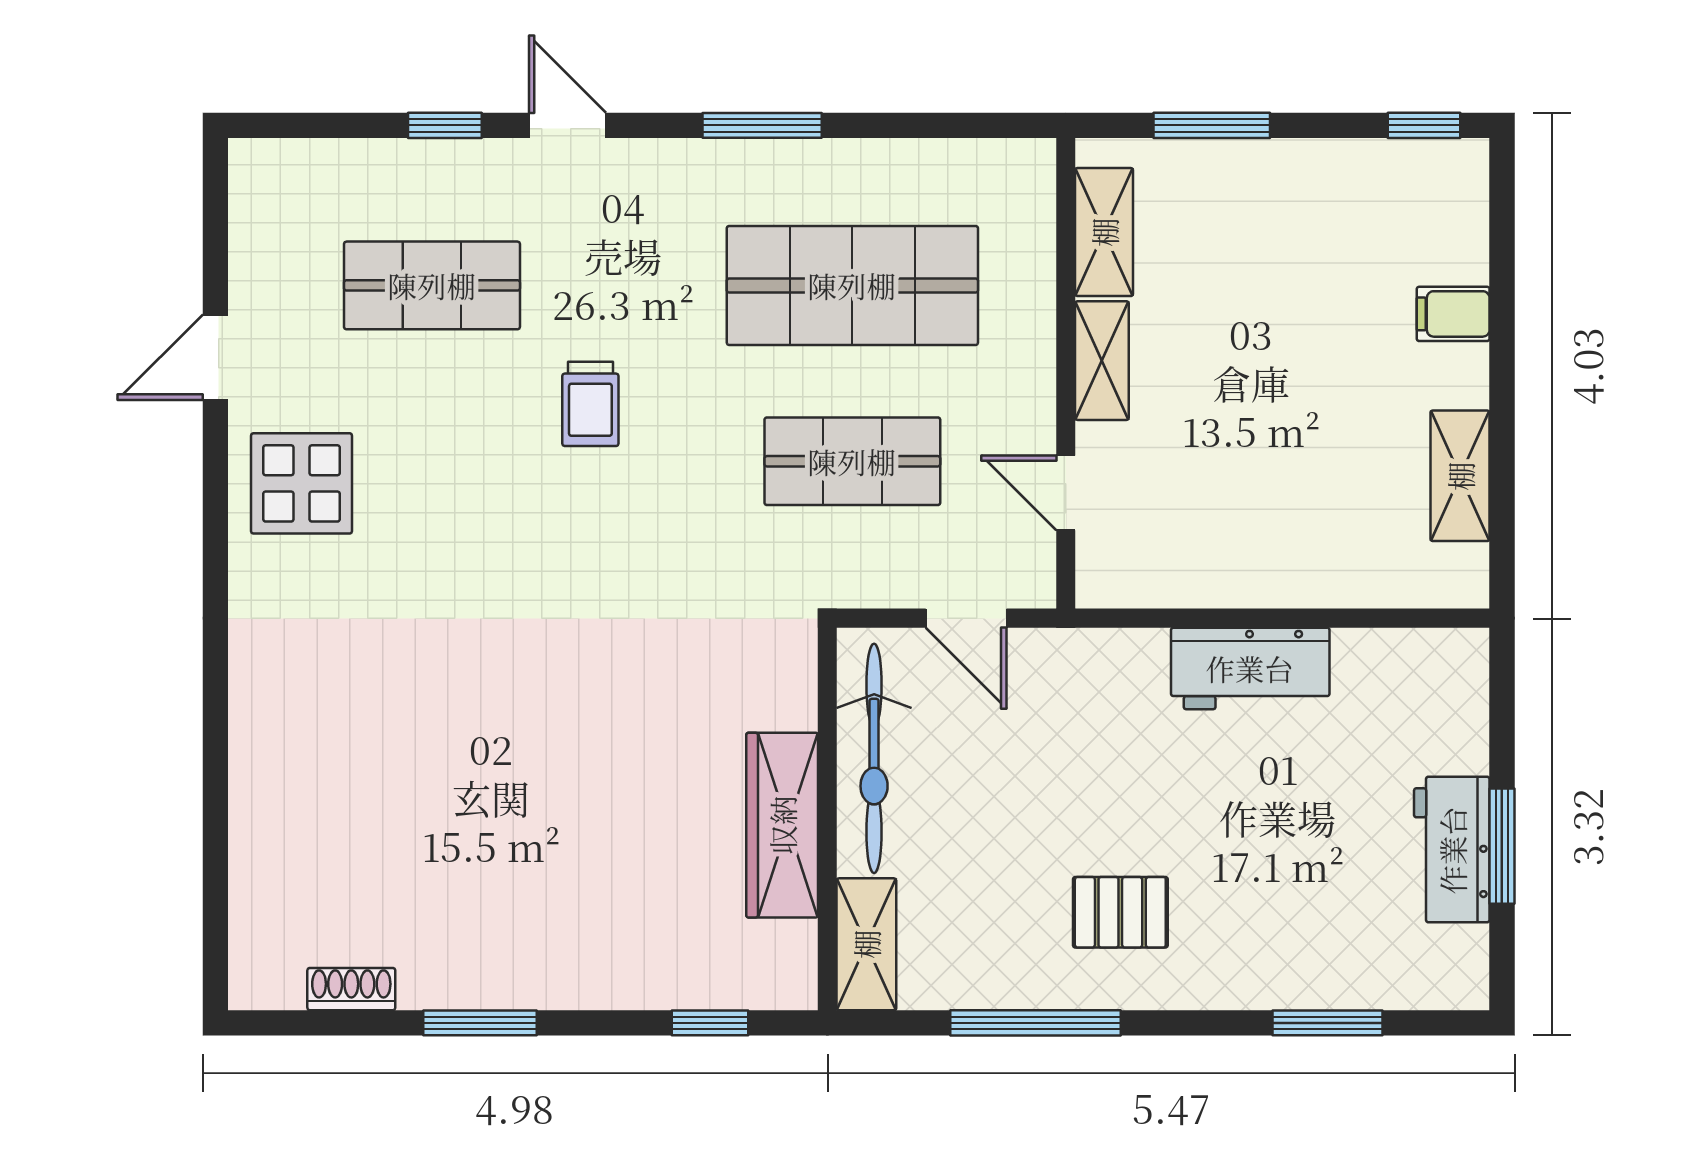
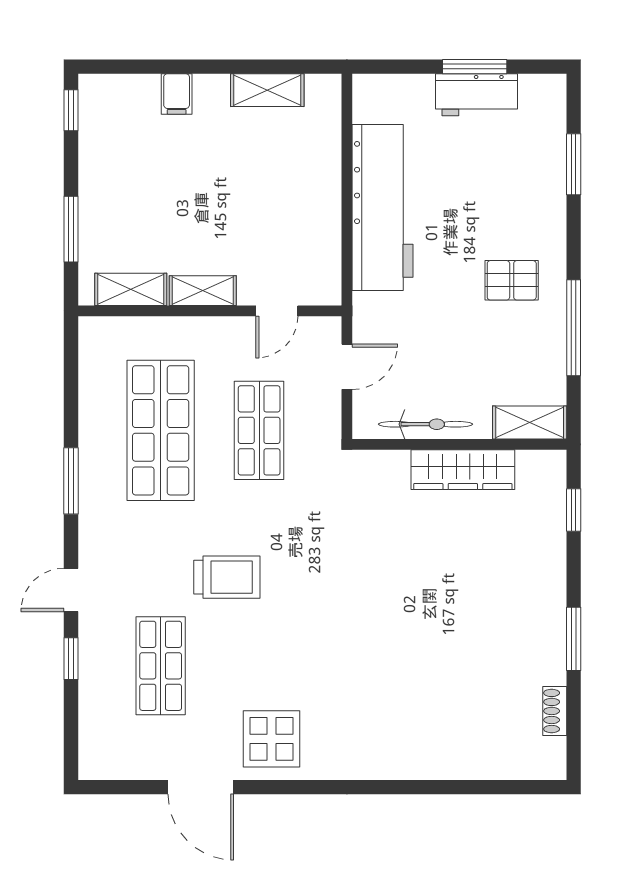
door: (215, 357) -> (201, 787), width x1.38
trolley: (590, 404) -> (227, 577), width x1.36, depth x1.39
workbench: (1250, 668) -> (383, 208), width x1.88, depth x1.32
bicycle: (874, 758) -> (426, 424), width x0.73, depth x0.71
pallet: (1120, 912) -> (512, 280), turned 90

